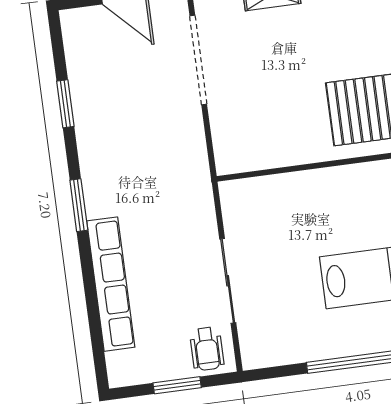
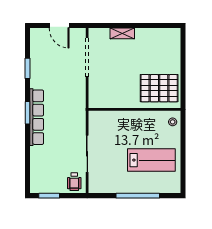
row of seats: (111, 284) -> (37, 117), moved
window: (177, 385) -> (49, 196), moved

